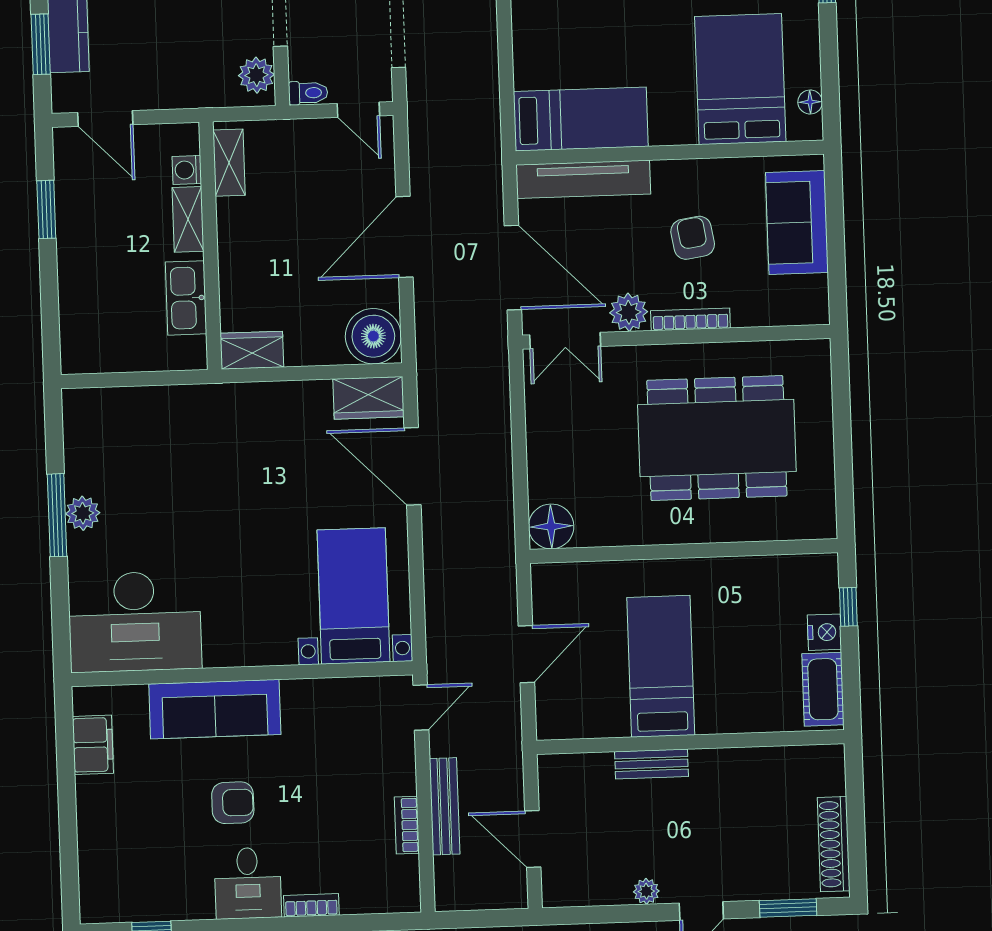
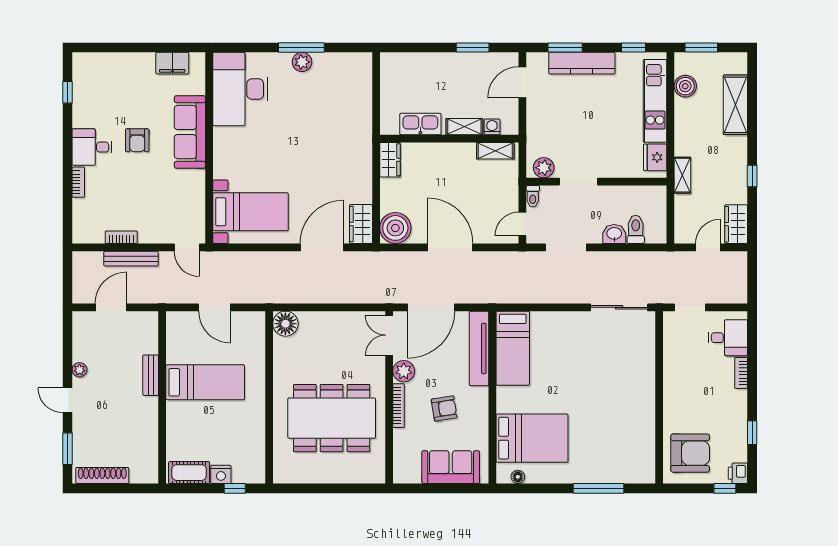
dining table: (717, 438) -> (332, 418), turned 90

